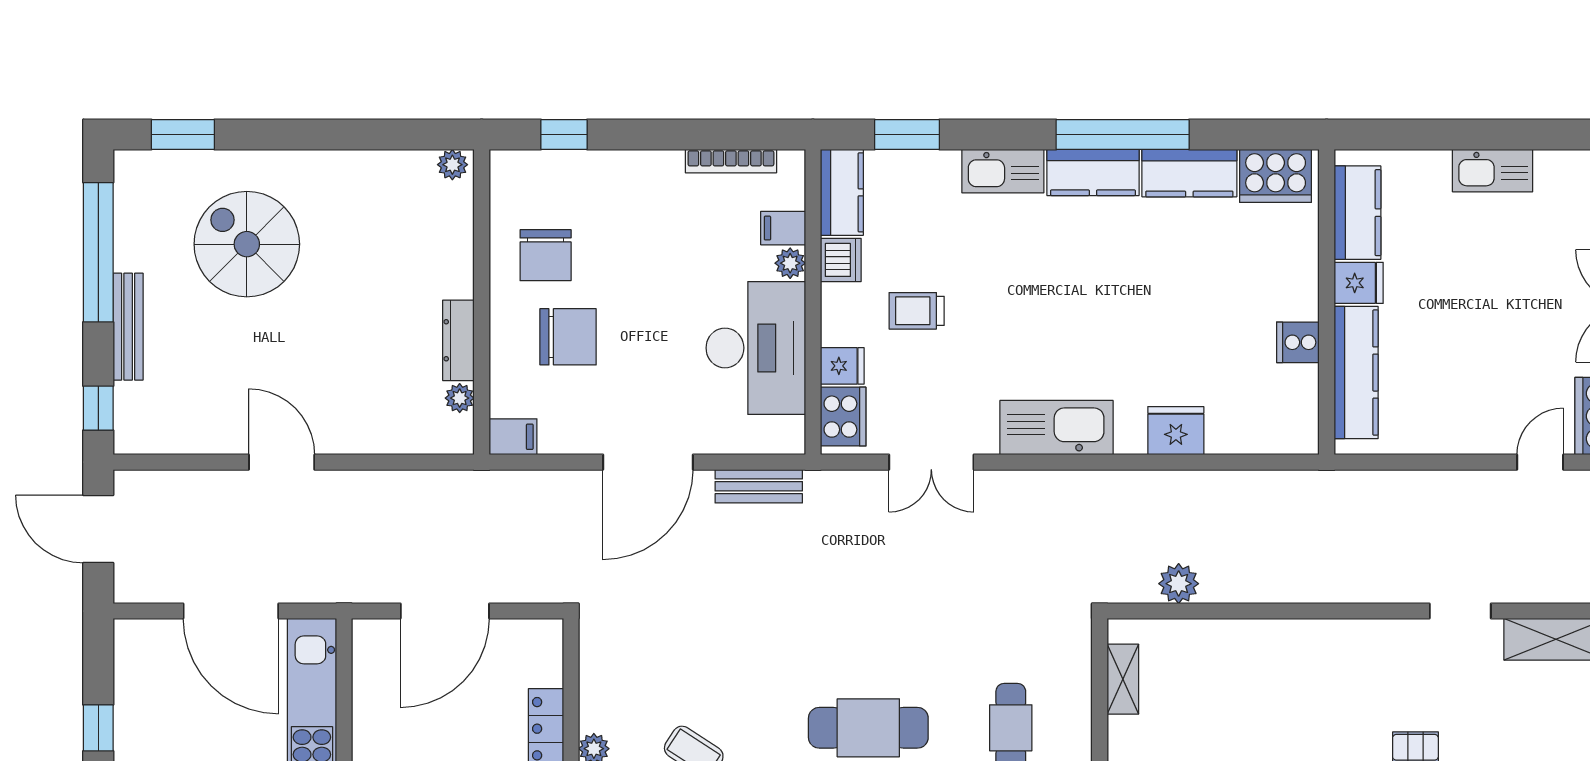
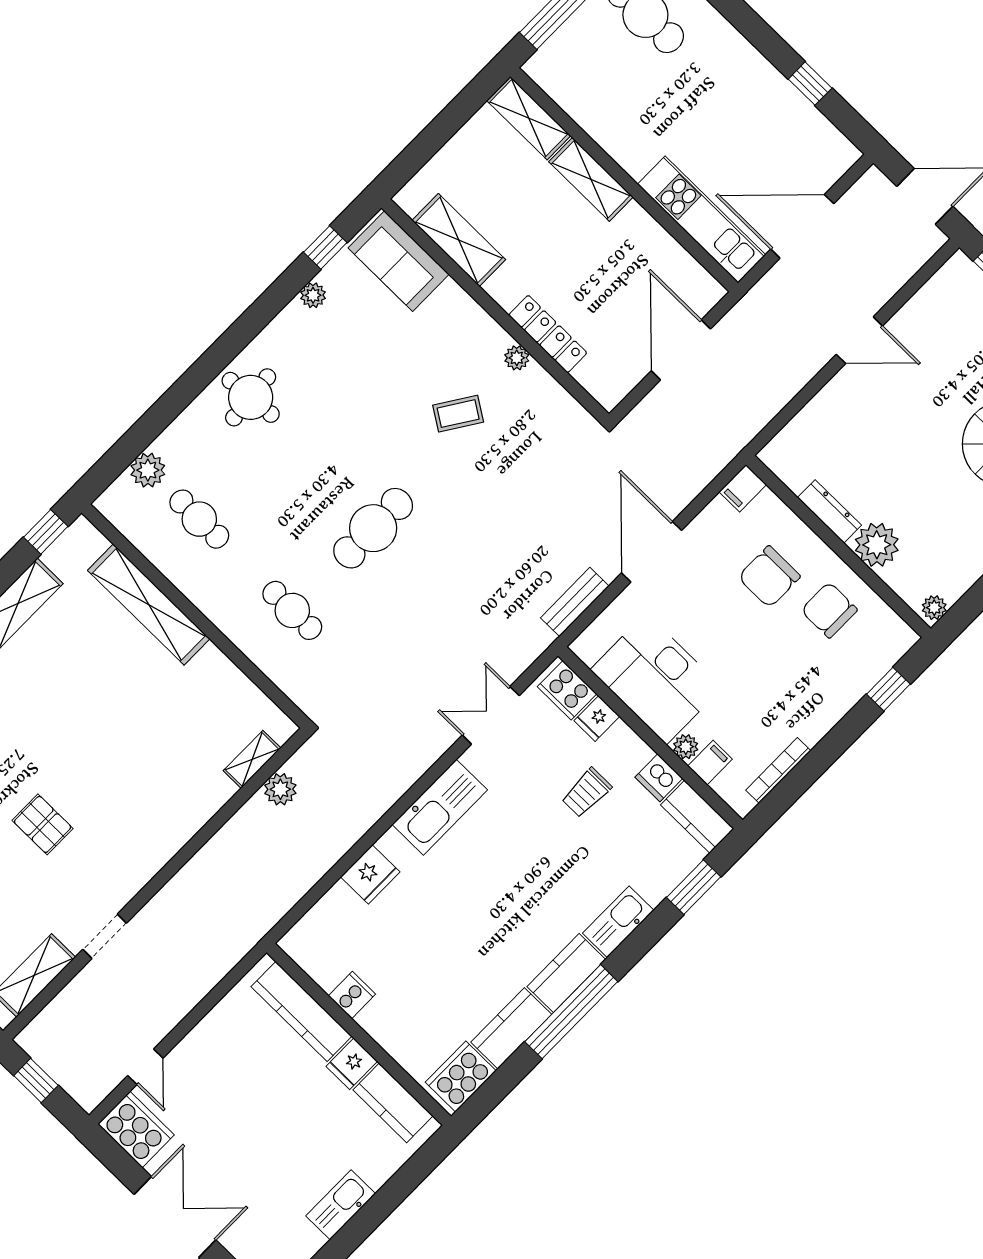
trolley: (917, 311) -> (586, 793), turned 180
plant: (460, 398) -> (877, 545), moved, width x1.88, depth x1.88
shelving: (1123, 679) -> (252, 759), moved, turned 90

